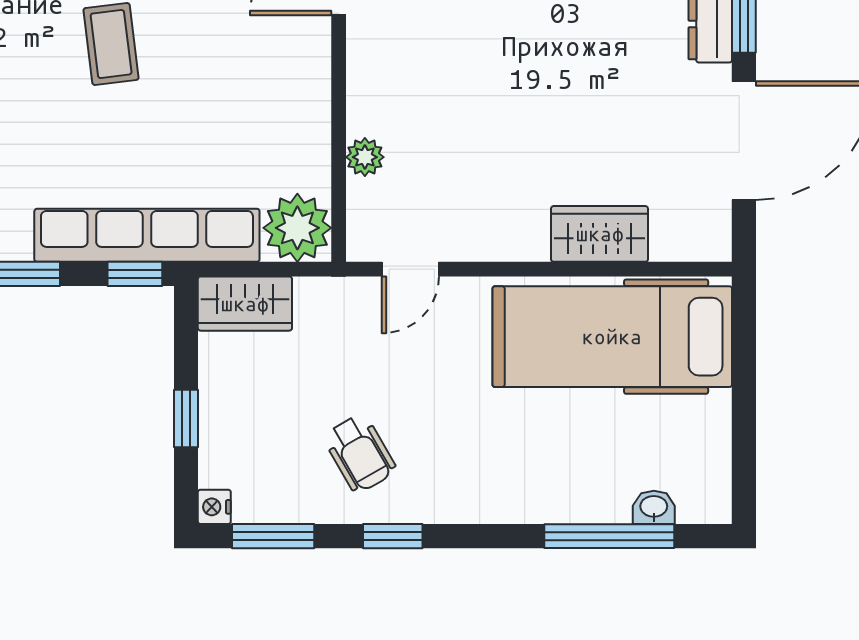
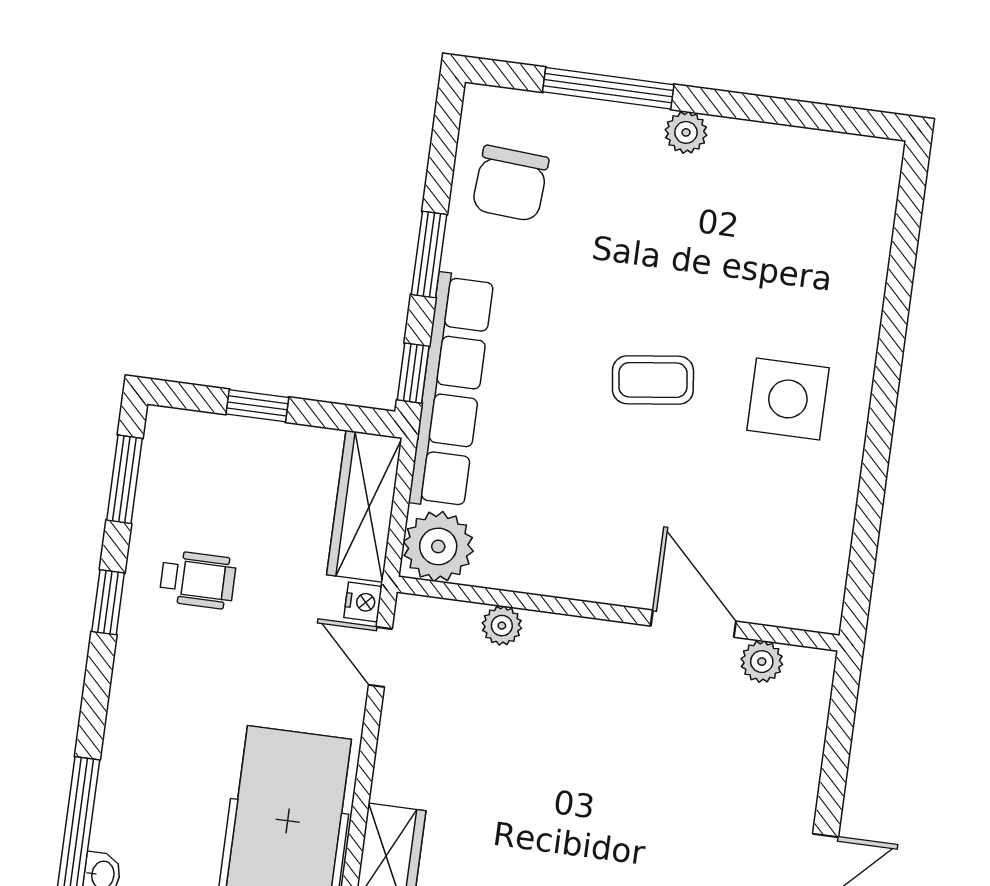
wardrobe: (245, 304) -> (364, 506), width x1.50
wheelchair: (360, 453) -> (198, 580), turned -150
nightstand: (214, 507) -> (363, 602), moved, turned 90

